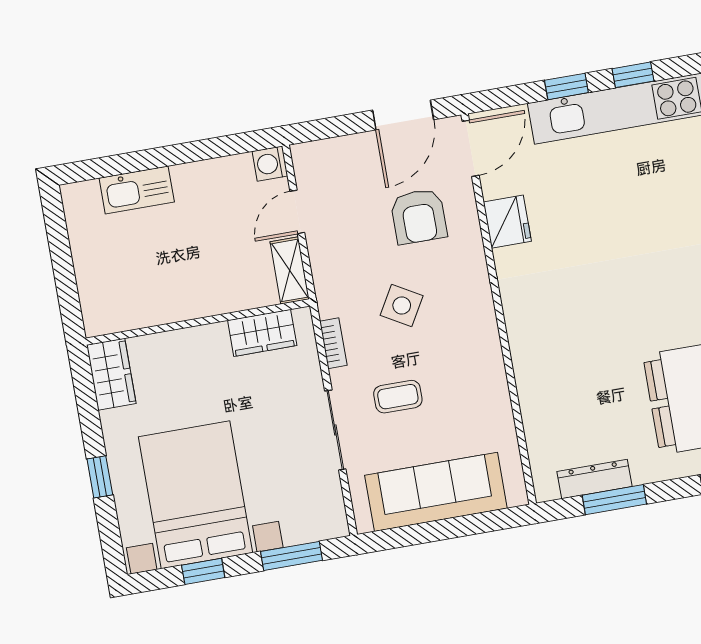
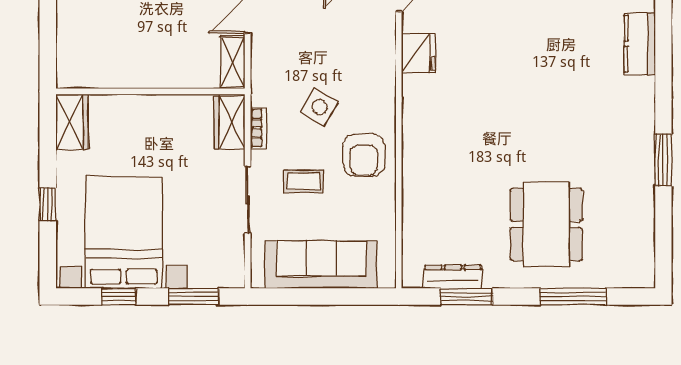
armchair: (419, 216) -> (364, 155), moved
wardrobe: (262, 333) -> (229, 122), moved, turned 90

